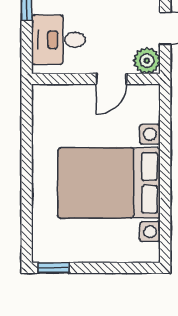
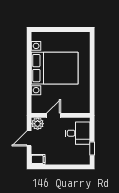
window: (54, 268) -> (80, 29), removed

